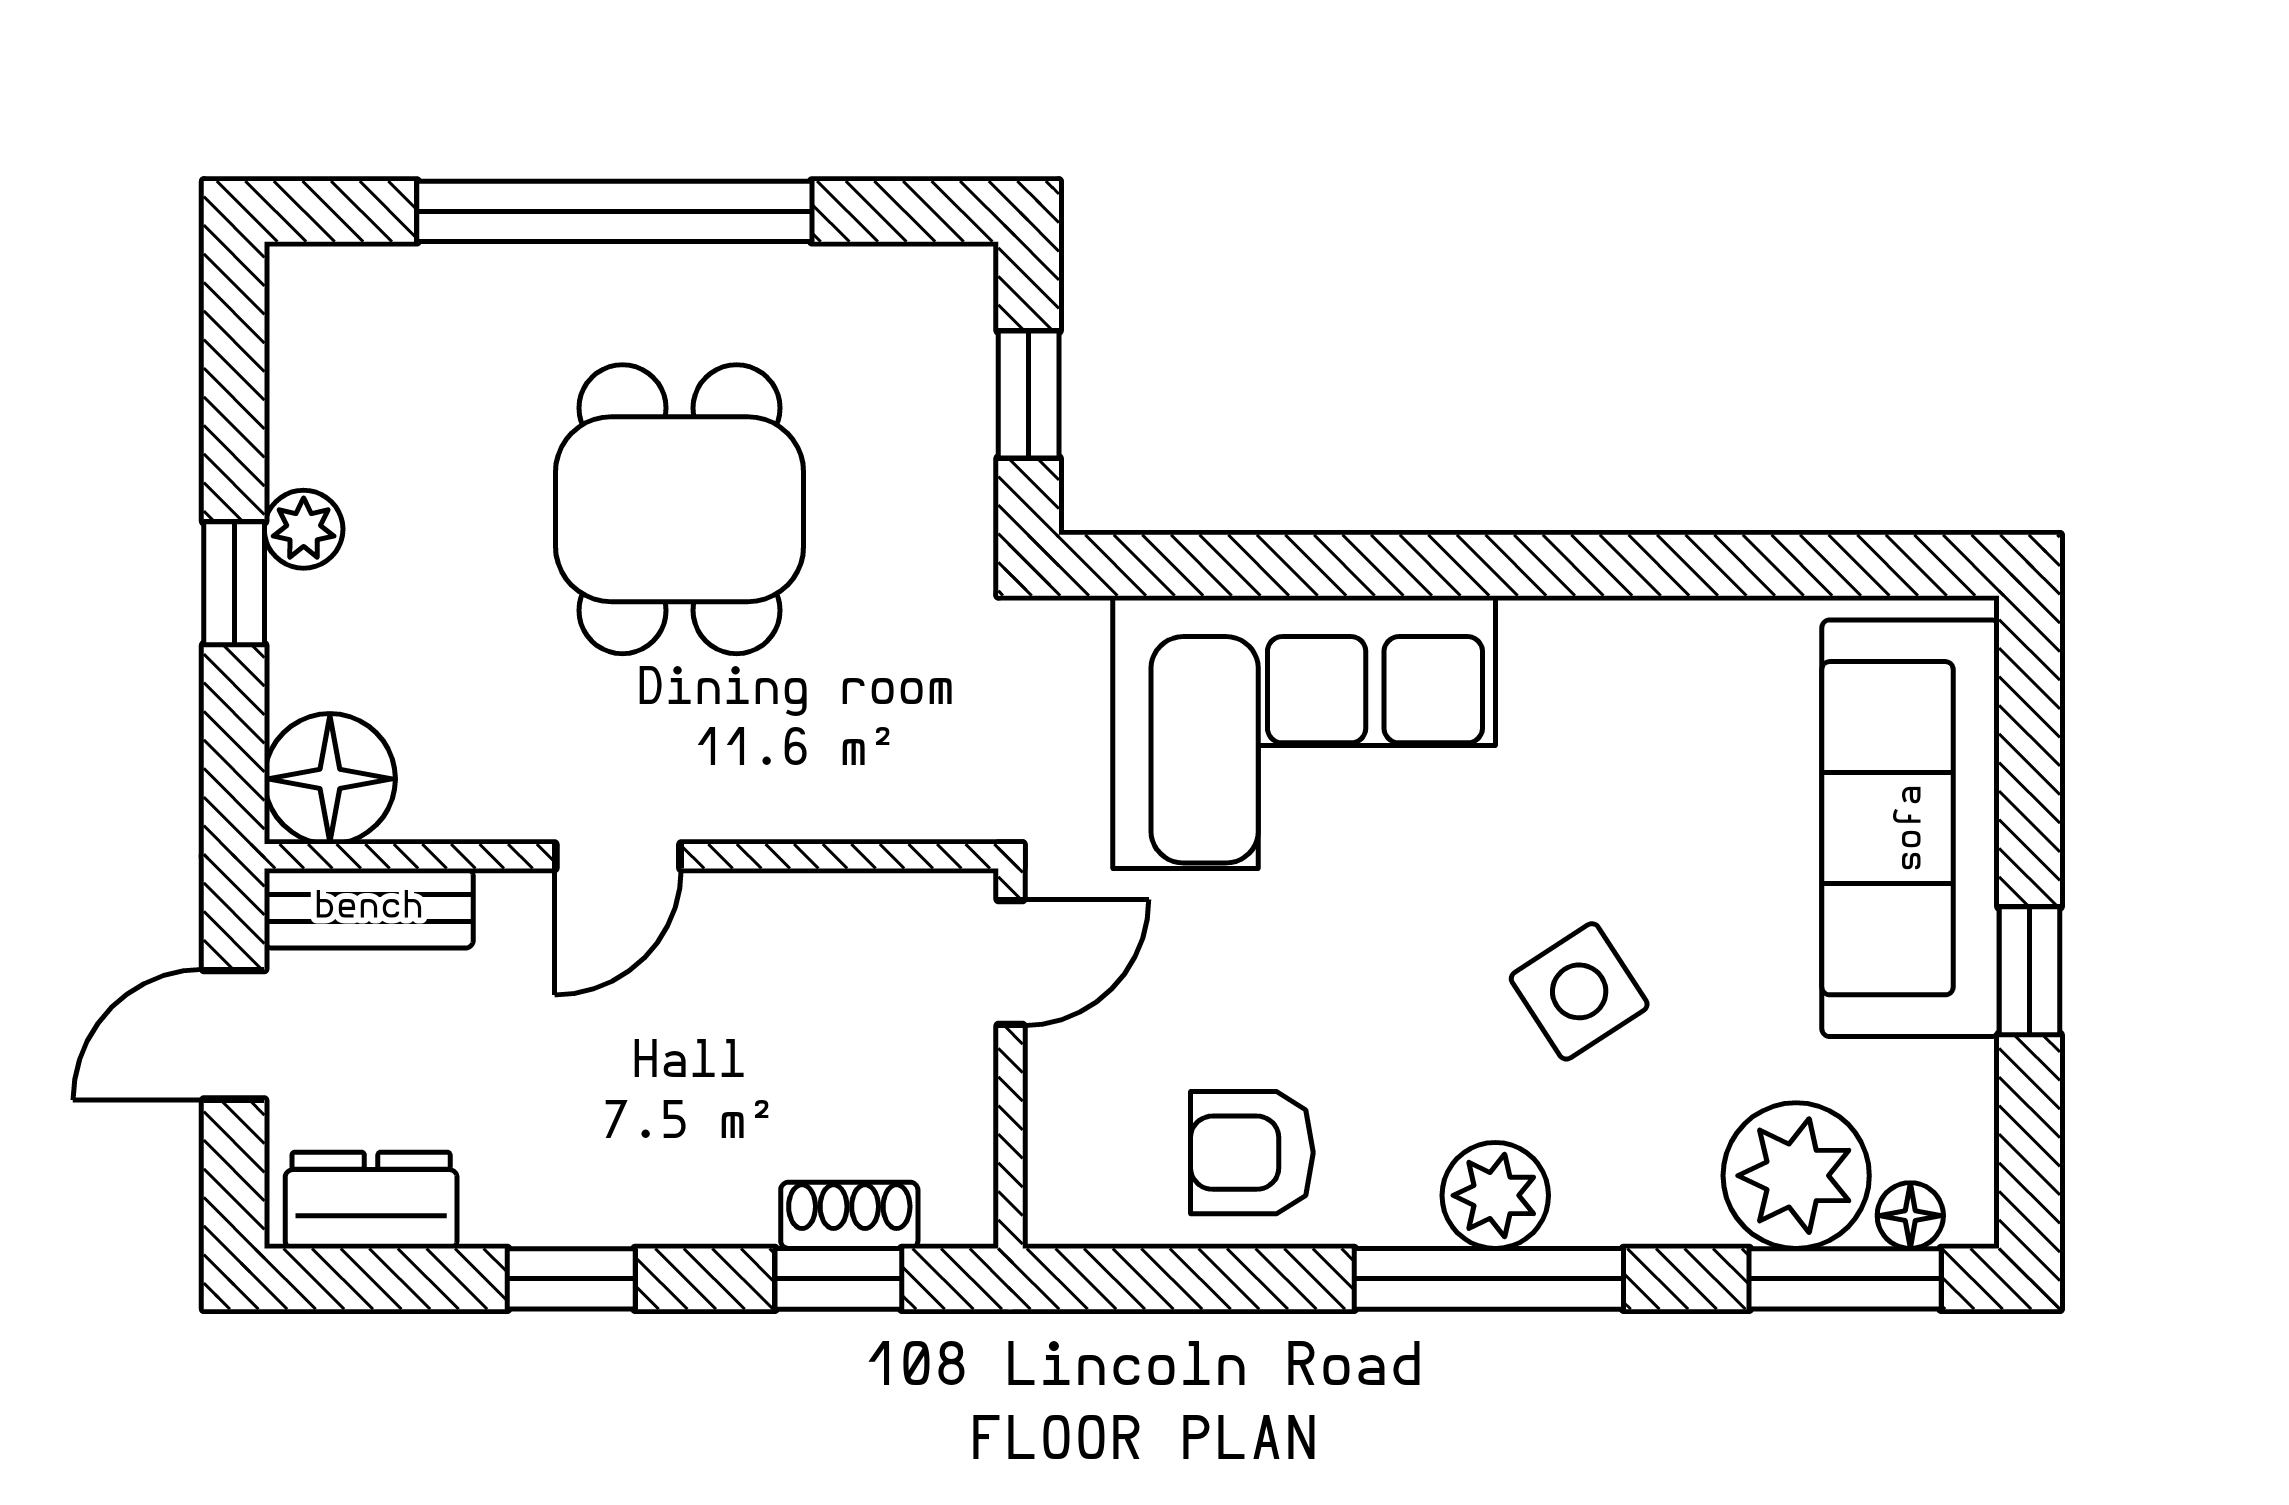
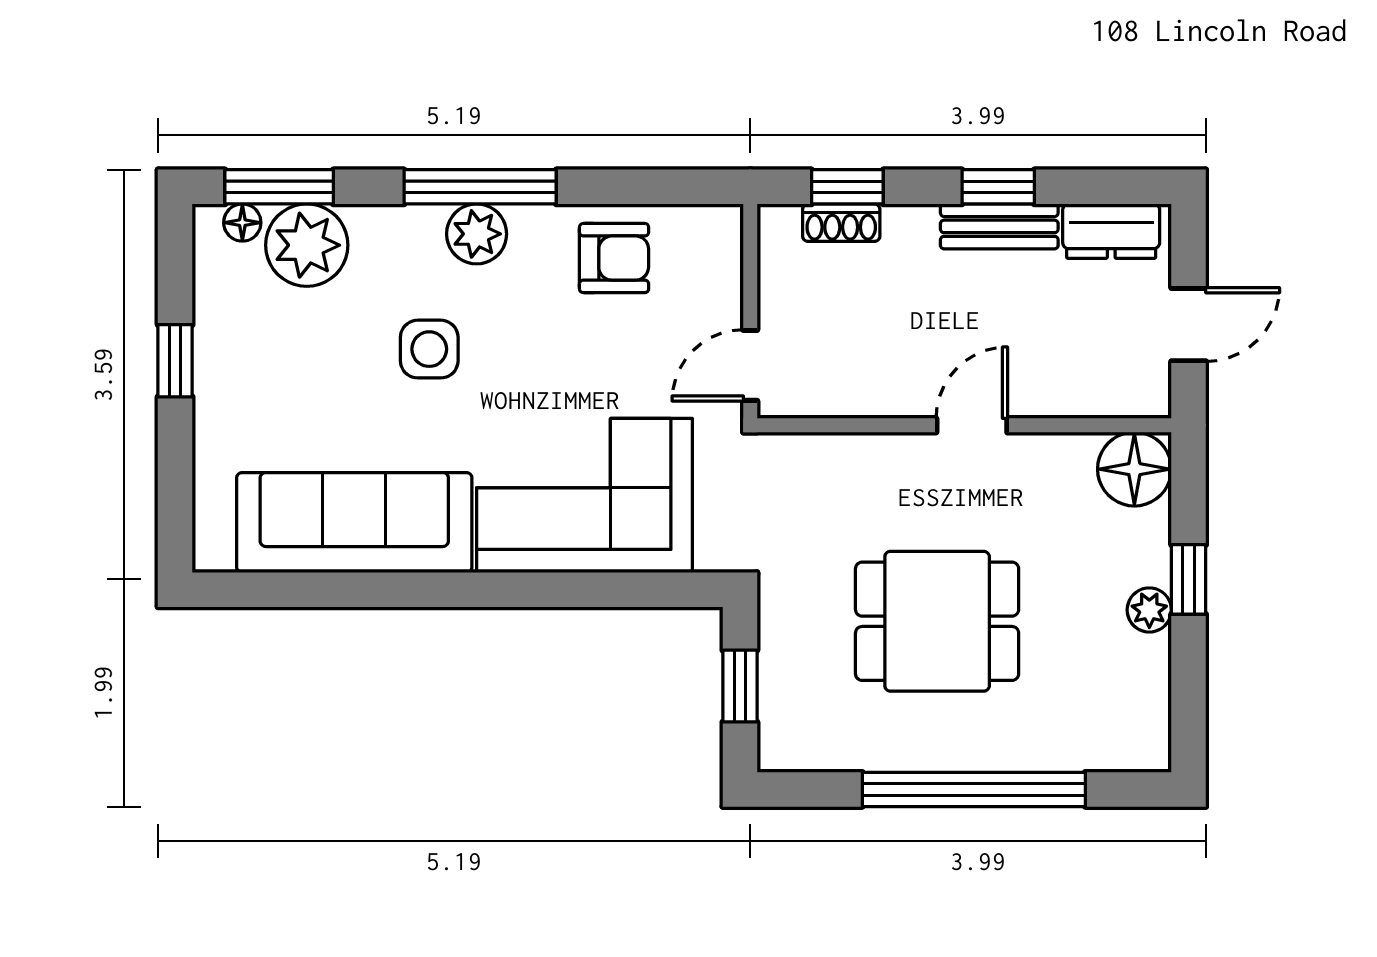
dining table: (680, 509) -> (937, 621), turned 90
sofa: (1911, 828) -> (354, 523), moved, turned -90
bench: (369, 908) -> (999, 226), moved
side table: (1579, 991) -> (429, 349), turned 33

